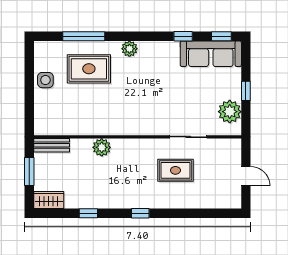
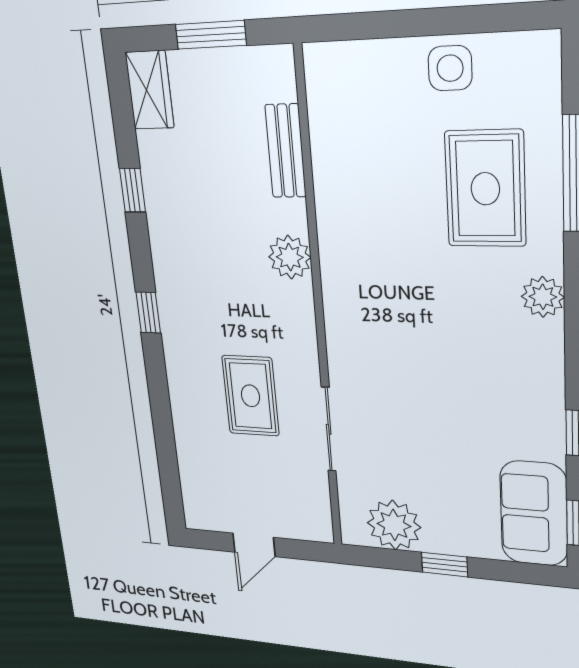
sofa: (211, 54) -> (534, 514), width x0.73
bench: (52, 145) -> (286, 151), moved
plant: (102, 147) -> (290, 257), moved

